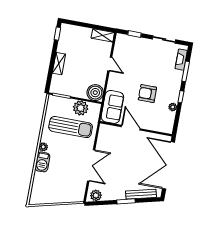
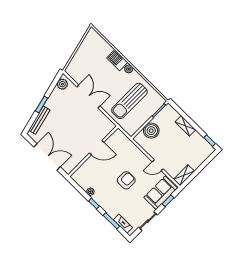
boiler: (95, 93) -> (151, 131), moved
armchair: (147, 94) -> (126, 180), moved
sofa: (112, 107) -> (161, 193), moved, turned 90
plant: (81, 108) -> (139, 119), removed
double door: (91, 165) -> (88, 96), swing flipped
double door: (168, 165) -> (47, 157), width x0.73

